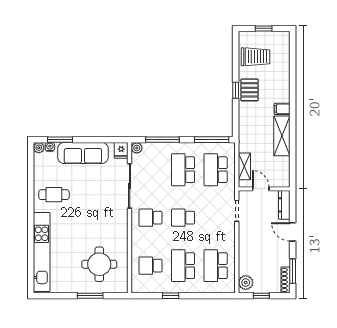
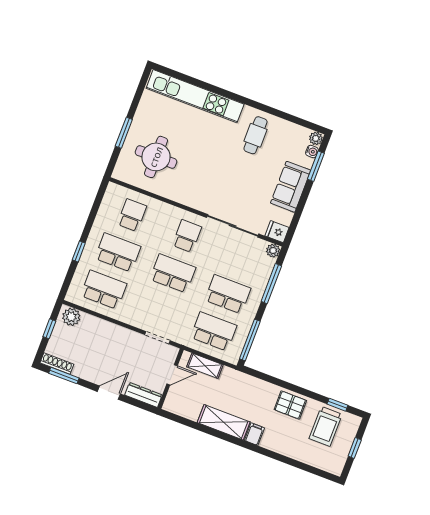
window: (236, 90) -> (337, 405), moved
sofa: (83, 153) -> (291, 187), width x0.73
school desk: (183, 218) -> (173, 273), width x1.85
window: (171, 296) -> (79, 251), moved

